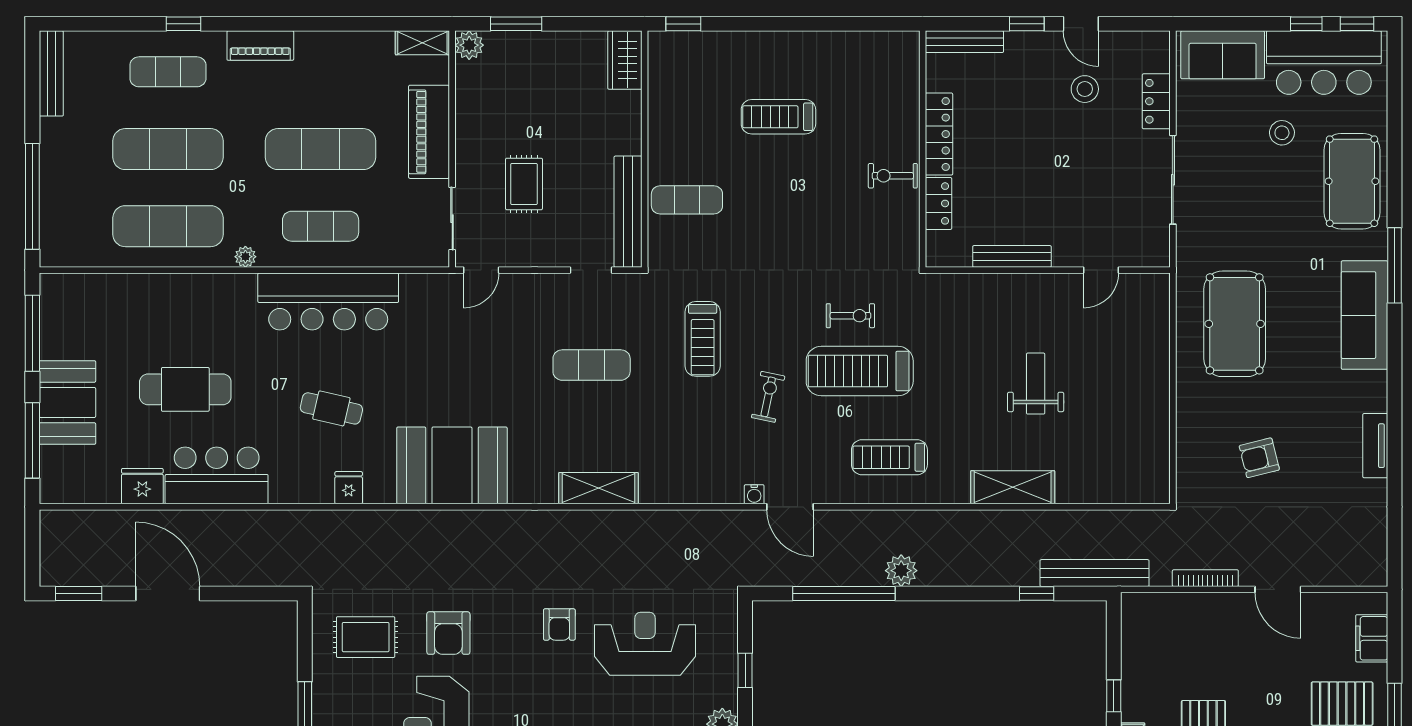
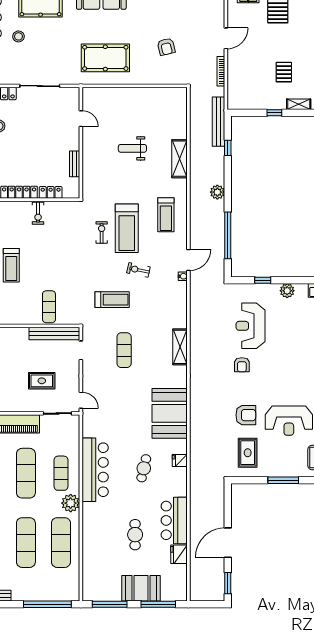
bench: (1012, 256) -> (75, 164), width x0.73
plant: (245, 257) -> (71, 503), width x1.88, depth x1.88
cafe table: (185, 389) -> (135, 535), width x0.73, depth x0.74
plant: (901, 571) -> (217, 192), moved
armchair: (559, 625) -> (242, 365), turned 90

